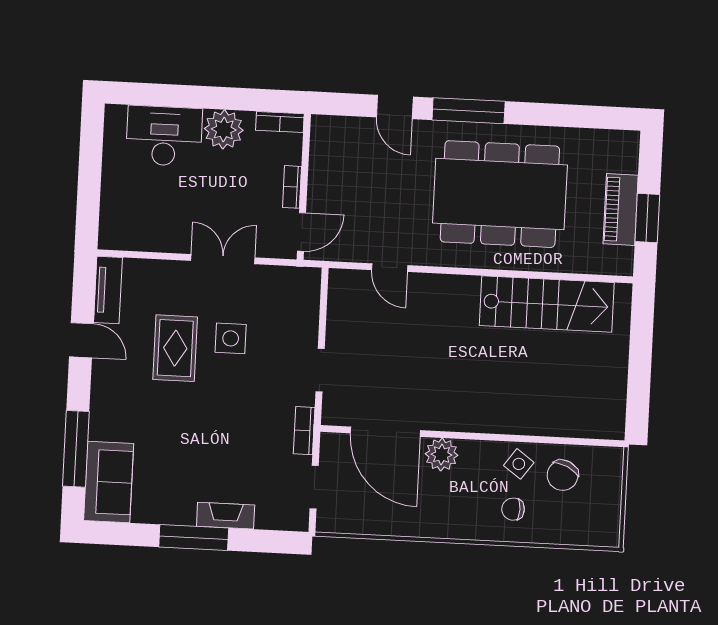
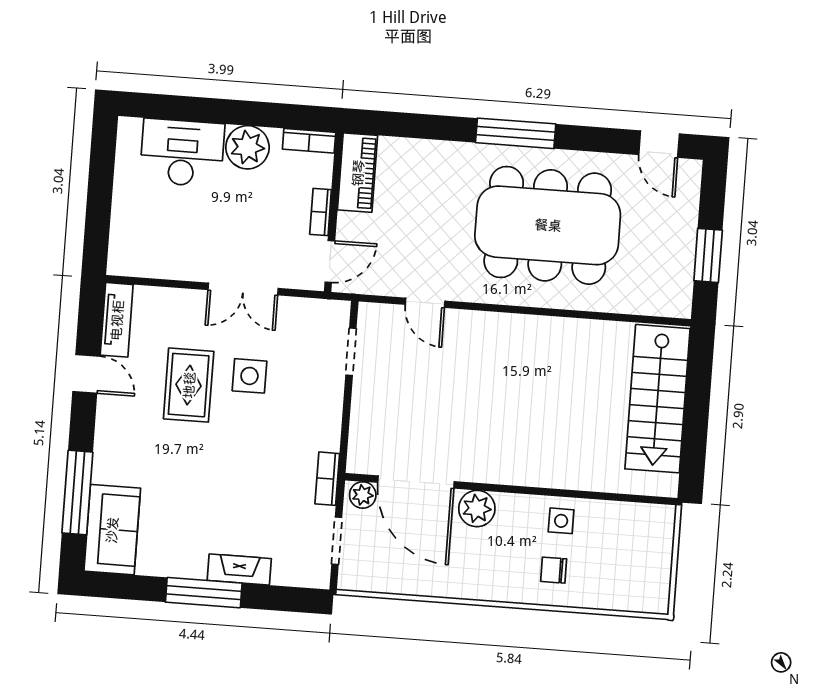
door: (395, 107) -> (659, 144), moved
piano: (621, 209) -> (358, 173), moved, turned 180
double door: (223, 259) -> (243, 289), swing flipped
stairs: (547, 304) -> (658, 399), moved, turned 90
doorway: (320, 370) -> (351, 352), moved
plant: (337, 445) -> (363, 495), added
side table: (519, 464) -> (561, 521), turned -36
chair: (563, 475) -> (609, 534), removed

